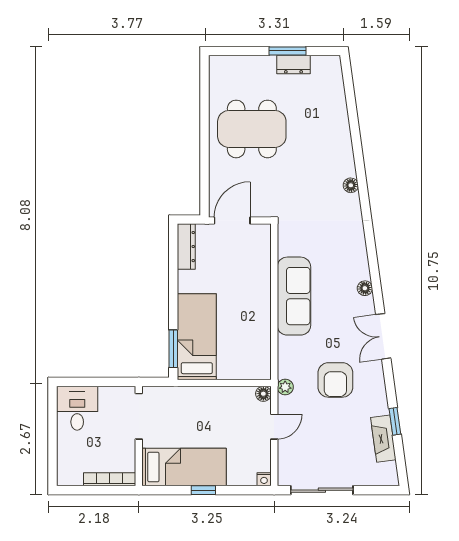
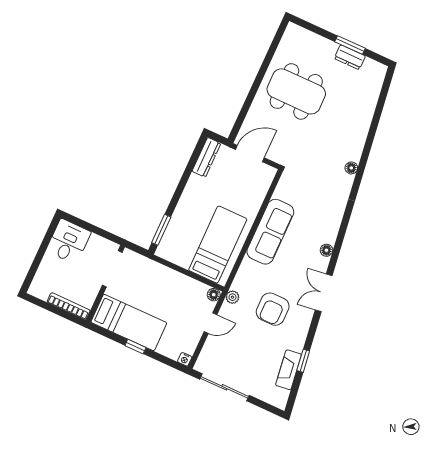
bed: (197, 337) -> (218, 245), moved

